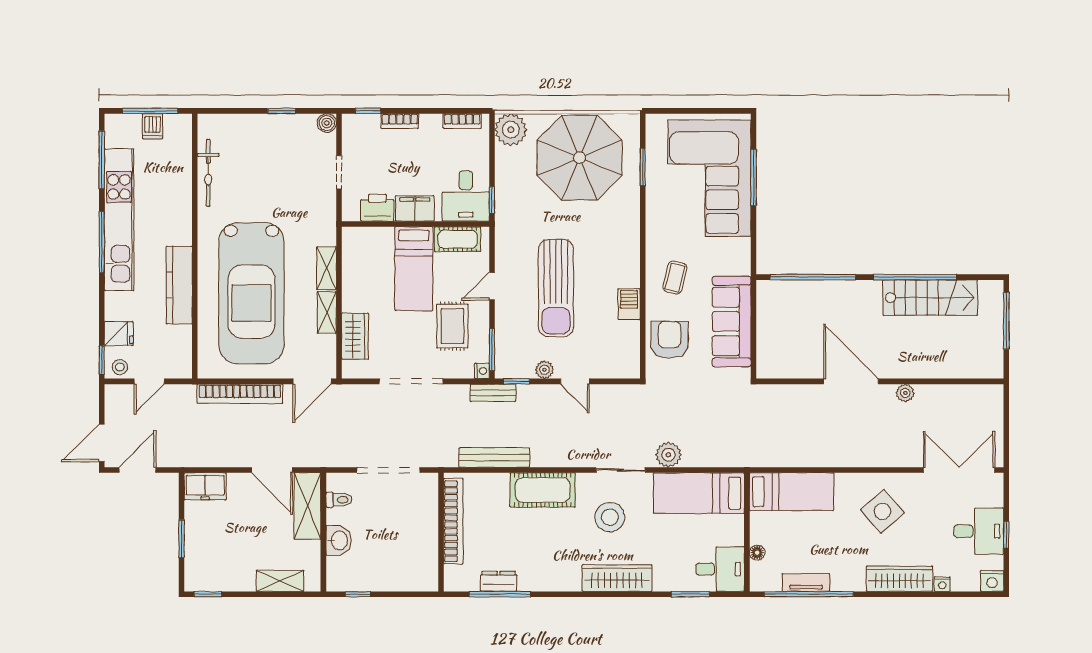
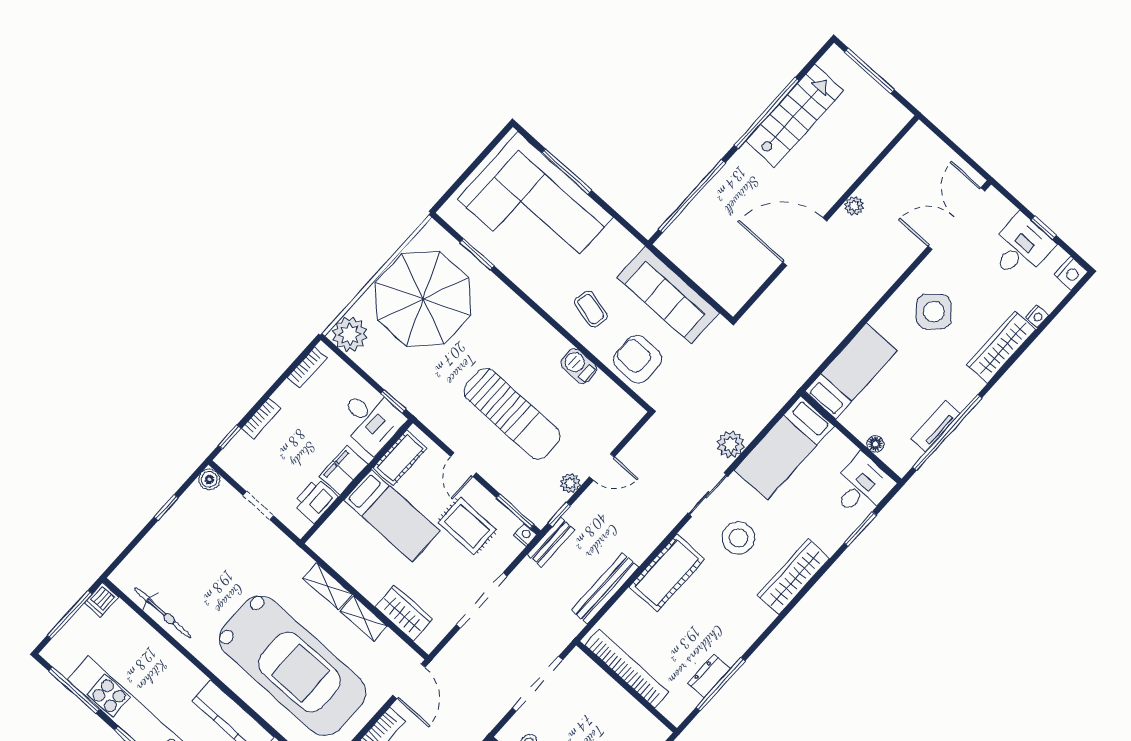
dishwasher: (152, 126) -> (101, 600), moved, turned 90

